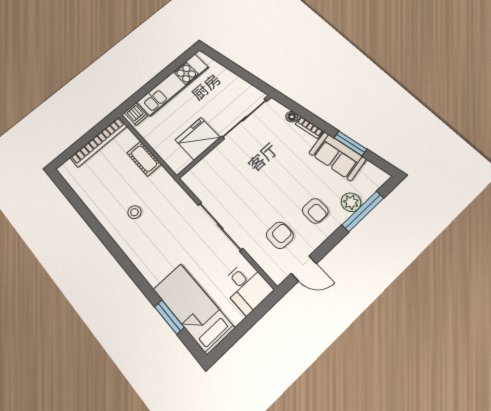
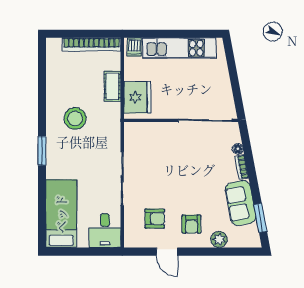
fridge: (198, 139) -> (137, 97), moved, turned 90
window: (350, 143) -> (260, 218), moved
window: (363, 211) -> (220, 252), removed
stool: (134, 212) -> (75, 118), width x1.89, depth x1.89
door: (304, 269) -> (167, 252), moved
window: (169, 317) -> (42, 151), moved

